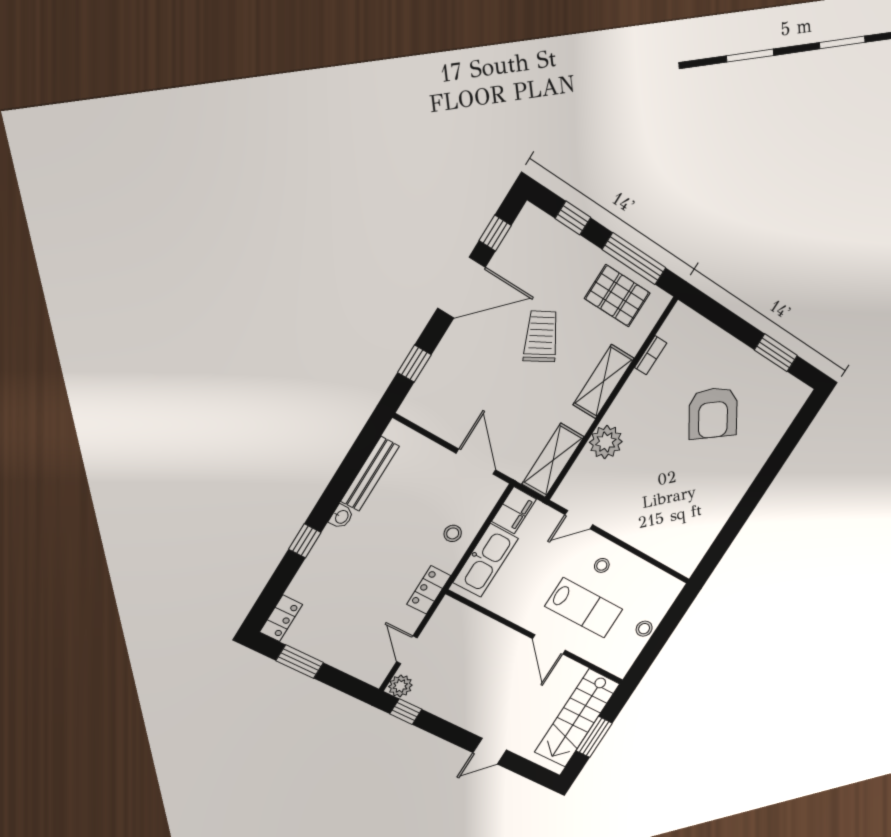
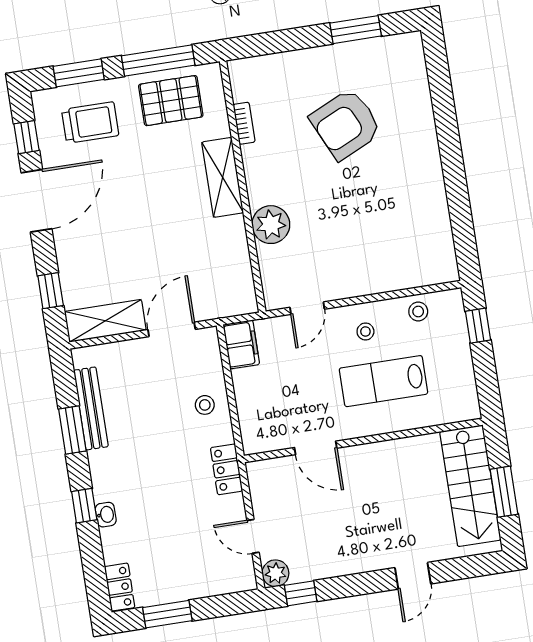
window: (573, 218) -> (79, 73), width x1.50
trolley: (541, 336) -> (90, 123), moved, turned 118
armchair: (713, 413) -> (346, 124), turned 100
shelving: (553, 460) -> (105, 321), moved, turned 90
door: (476, 462) -> (172, 329), hinge flipped
window: (343, 479) -> (72, 430), added
washbasin: (341, 517) -> (106, 515), moved
kitchen sink: (486, 560) -> (254, 406), removed
lab bench: (584, 608) -> (383, 381), turned 180
window: (674, 617) -> (478, 326), added
stool: (644, 629) -> (418, 312), moved
door: (549, 644) -> (316, 448), moved

